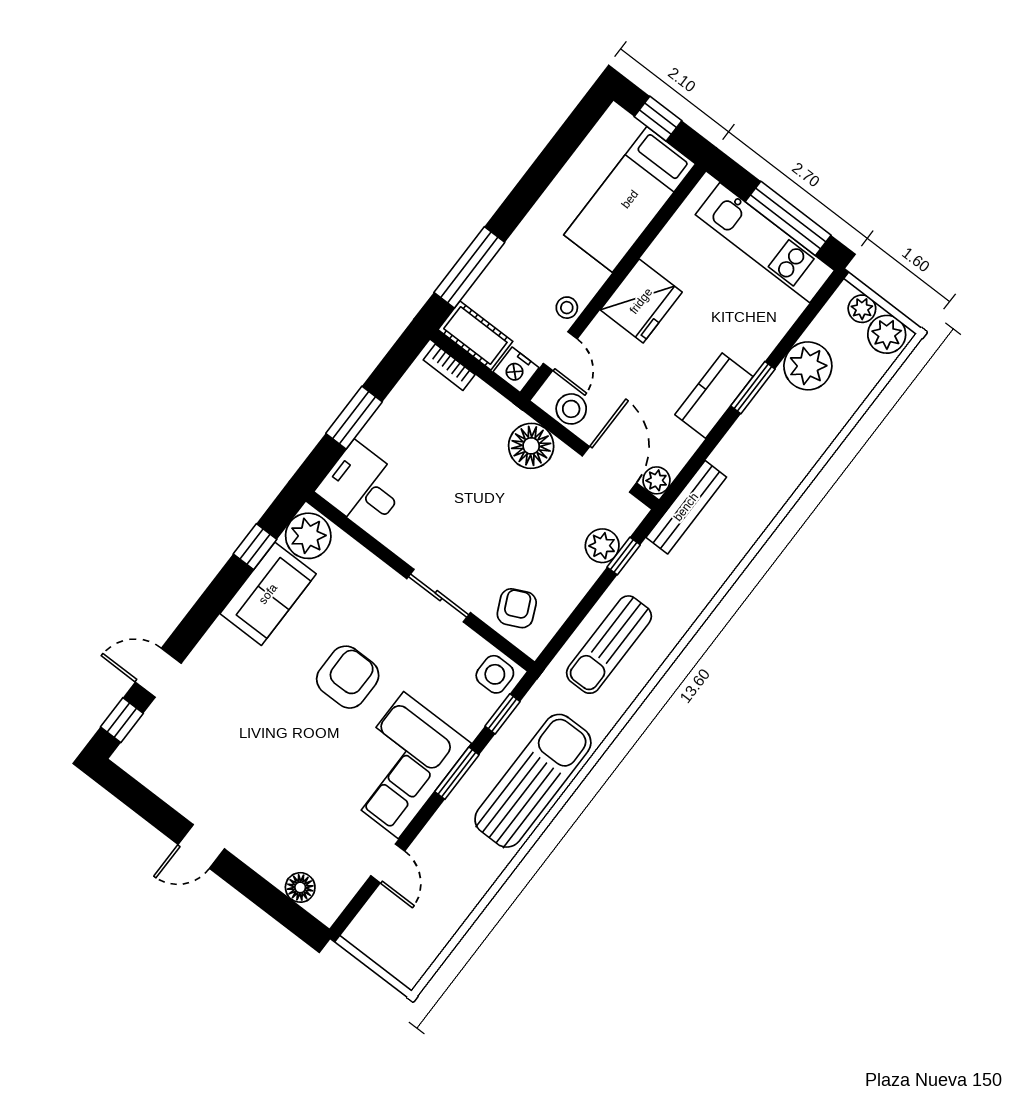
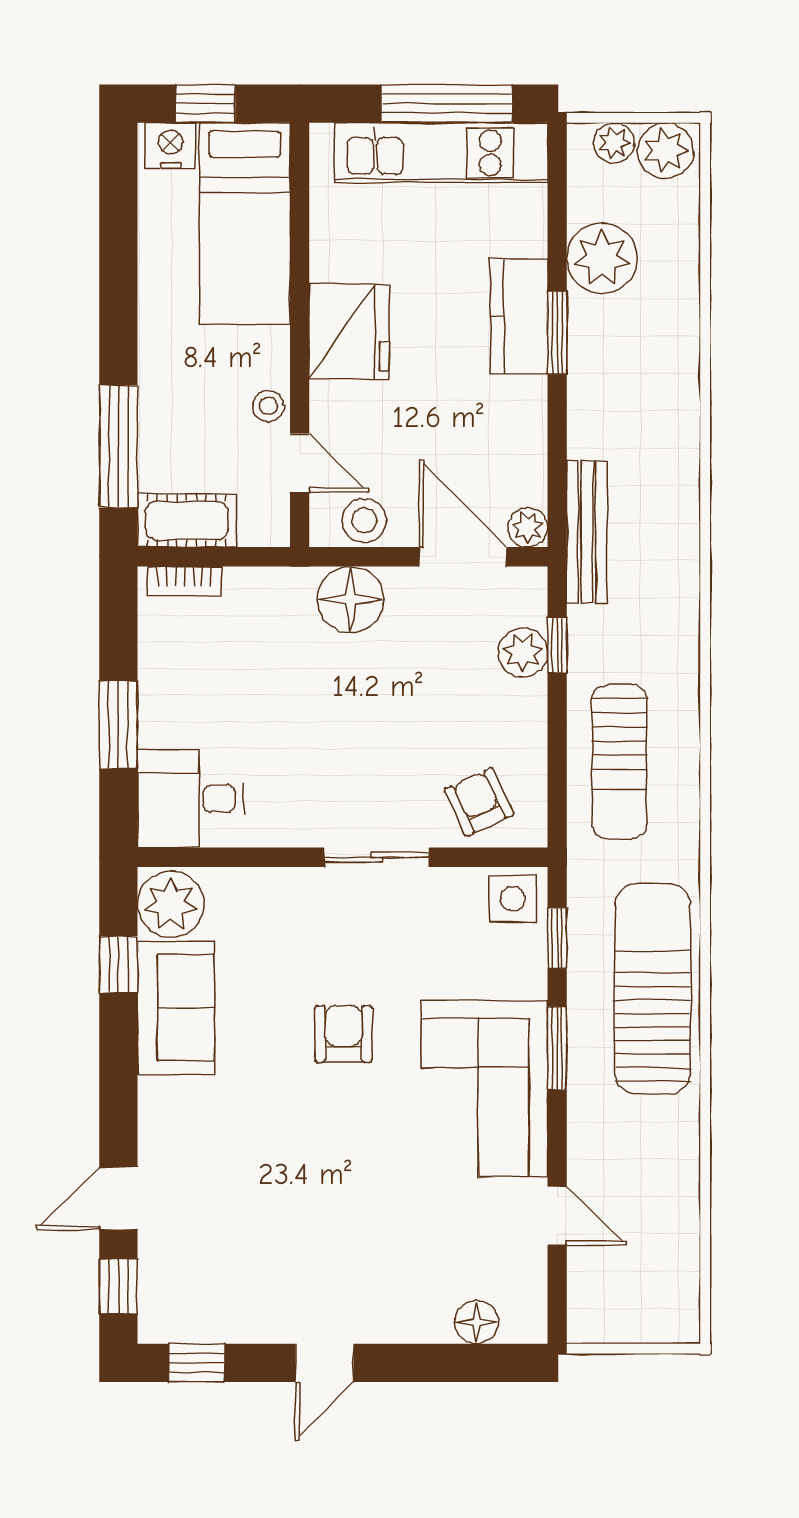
nightstand: (516, 370) -> (171, 146), moved, turned 180
kitchen counter: (714, 396) -> (519, 316), moved
armchair: (348, 677) -> (343, 1034), width x0.72, depth x0.72
window: (132, 794) -> (197, 1363), added

